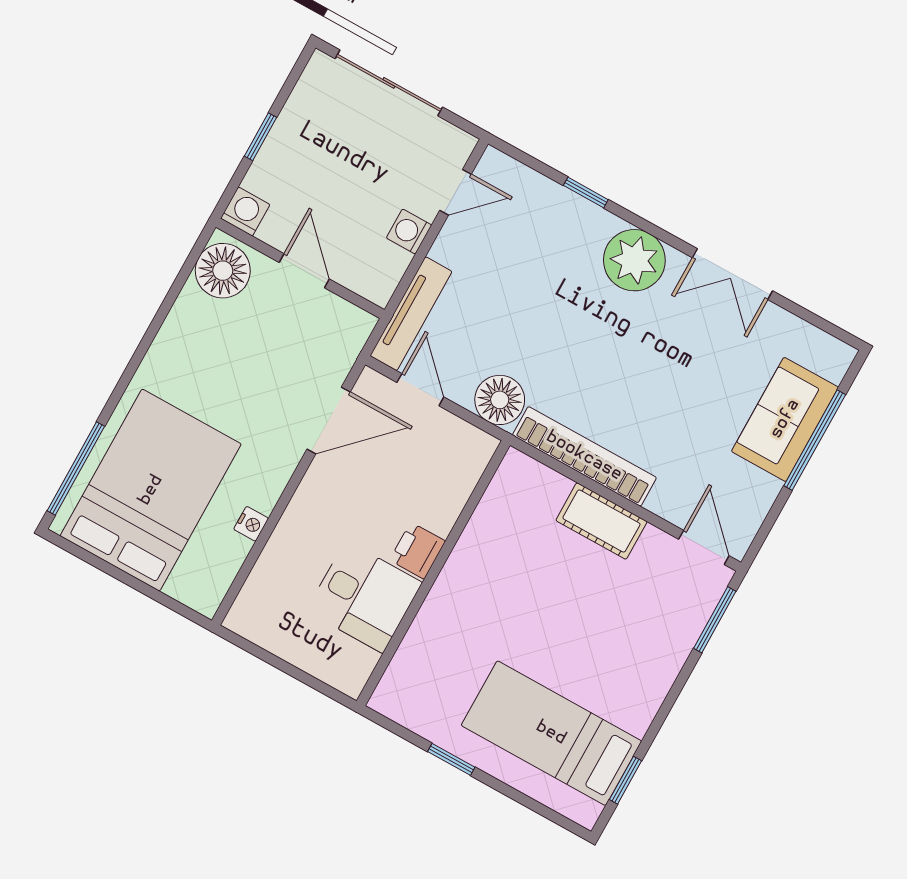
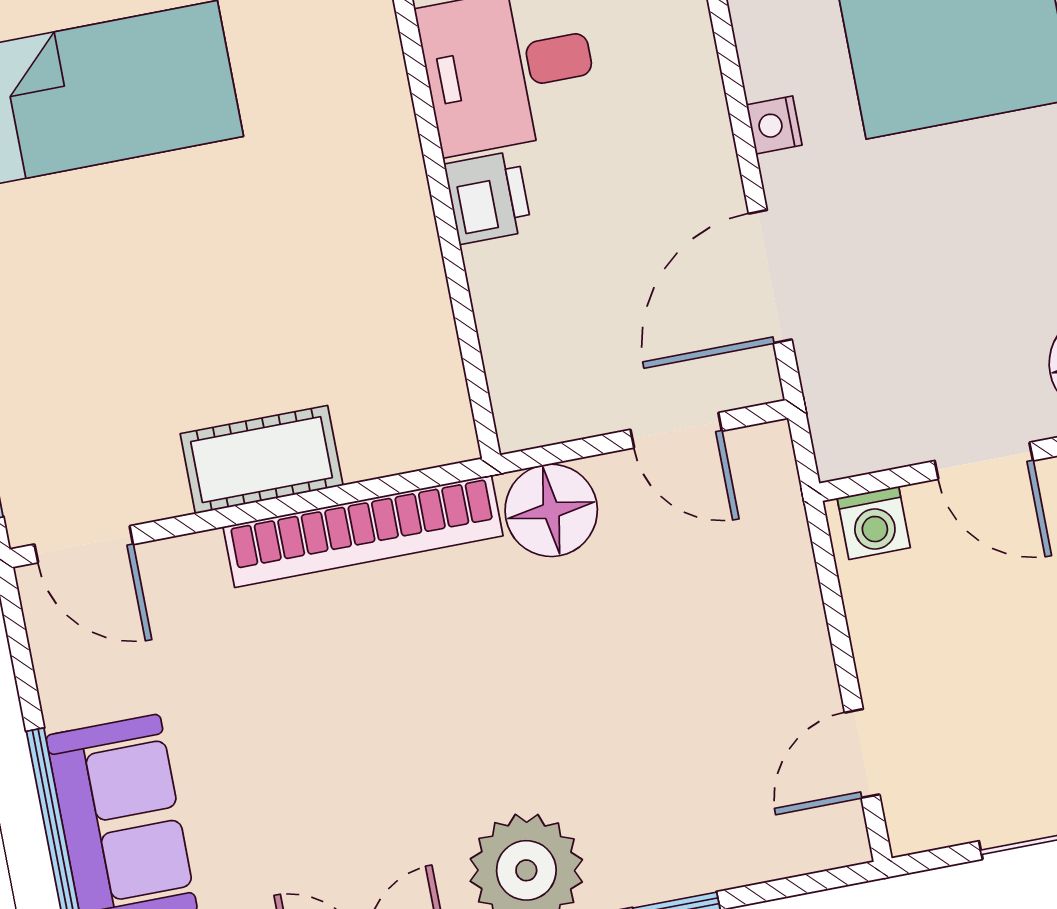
washing machine: (409, 231) -> (874, 523), moved, turned 90
tv unit: (411, 314) -> (780, 527), removed
nightstand: (251, 524) -> (774, 125), moved

